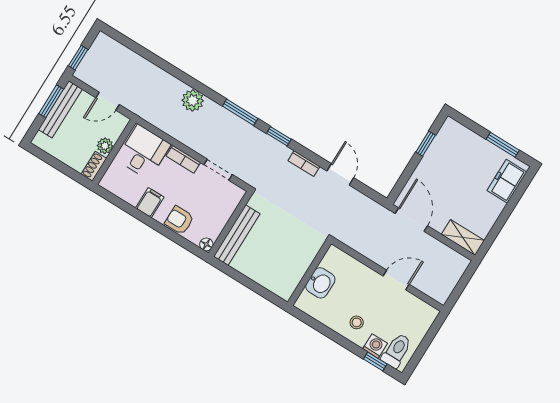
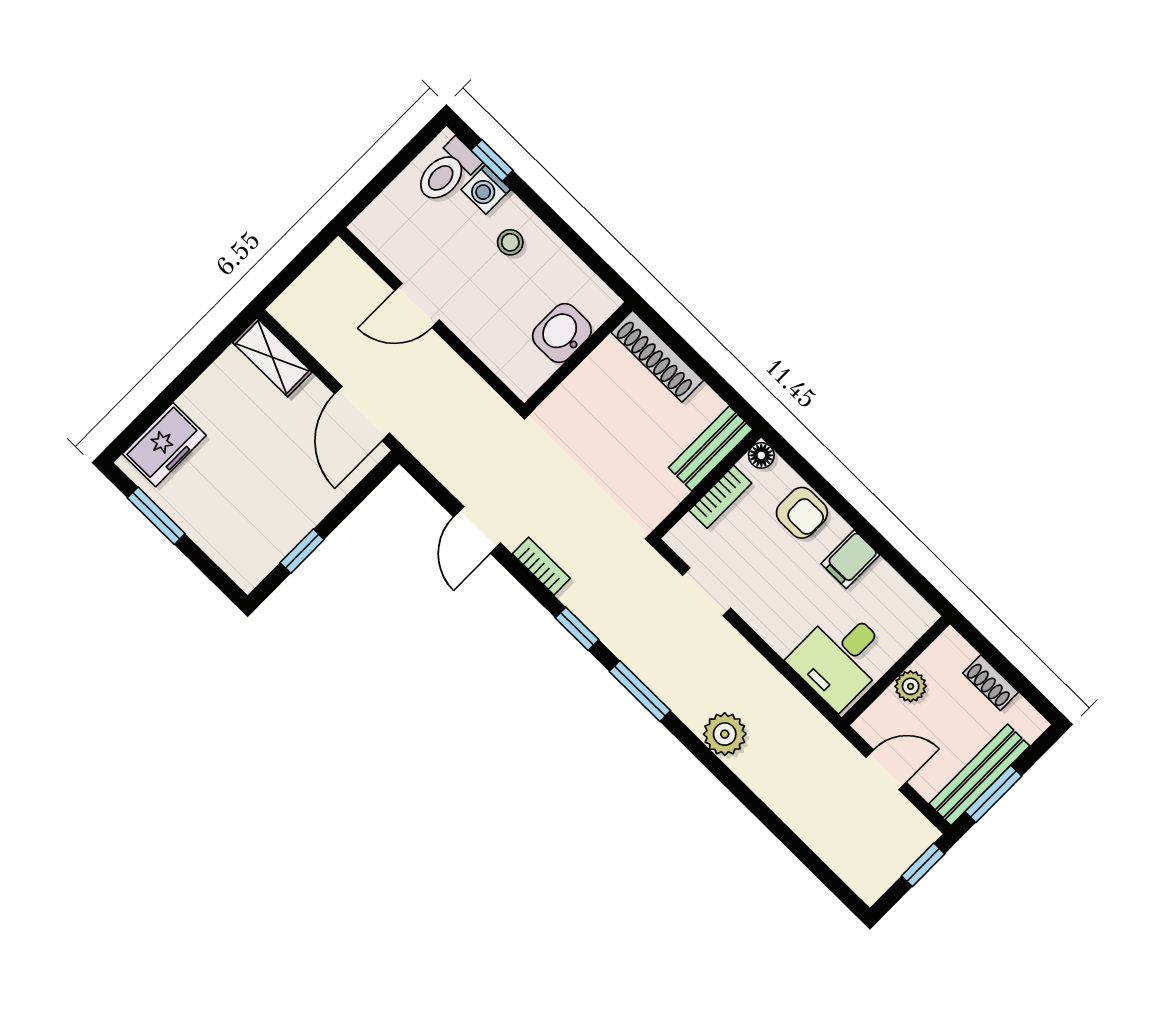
bookcase: (183, 159) -> (720, 497), moved, turned 90
shoe rack: (94, 166) -> (991, 683), moved, turned 90
bench: (237, 235) -> (711, 449), width x0.73
shoe rack: (270, 282) -> (657, 356), added

